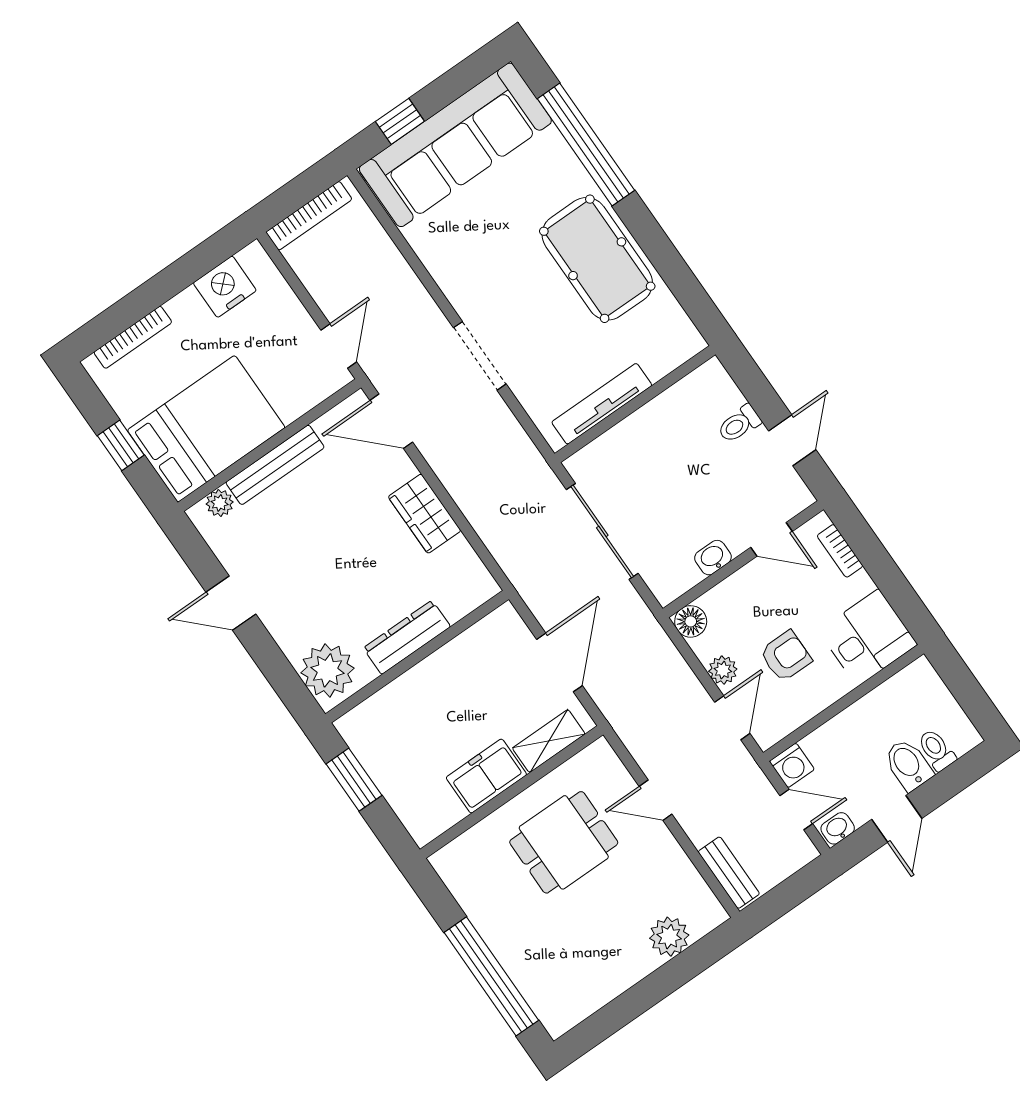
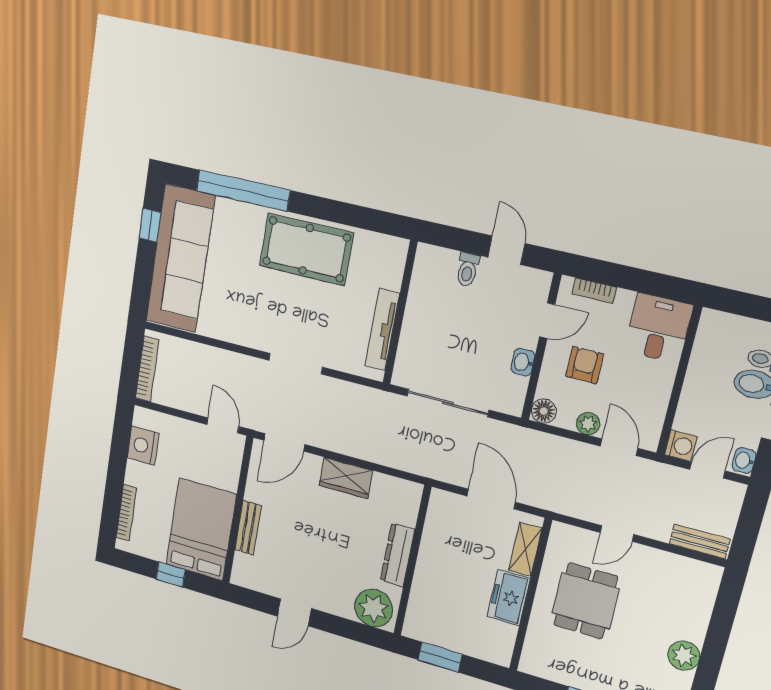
window: (400, 121) -> (150, 225), moved
bench: (275, 465) -> (248, 528), width x0.73
plant: (220, 503) -> (242, 563), removed
armchair: (786, 656) -> (585, 365), moved
plant: (669, 937) -> (684, 656), moved

